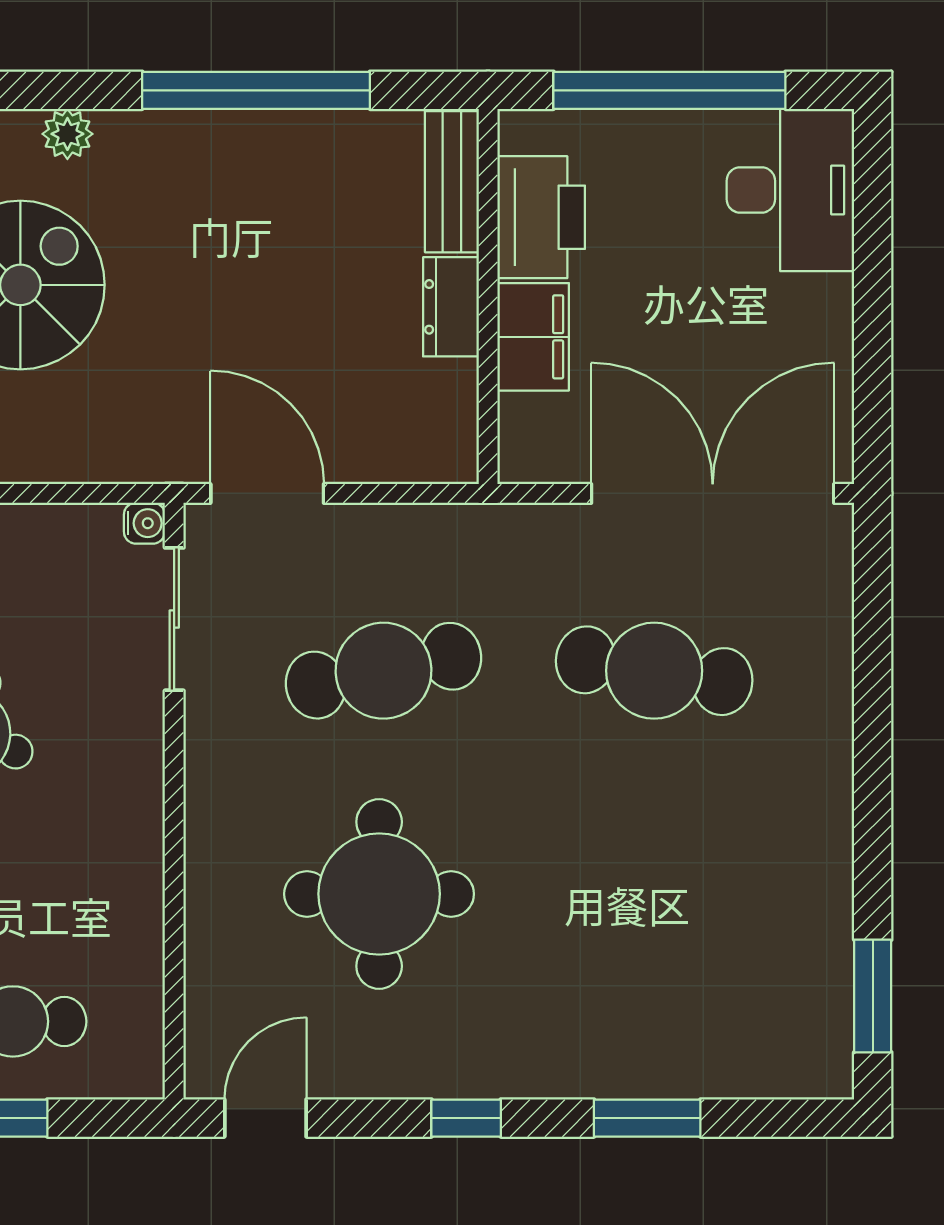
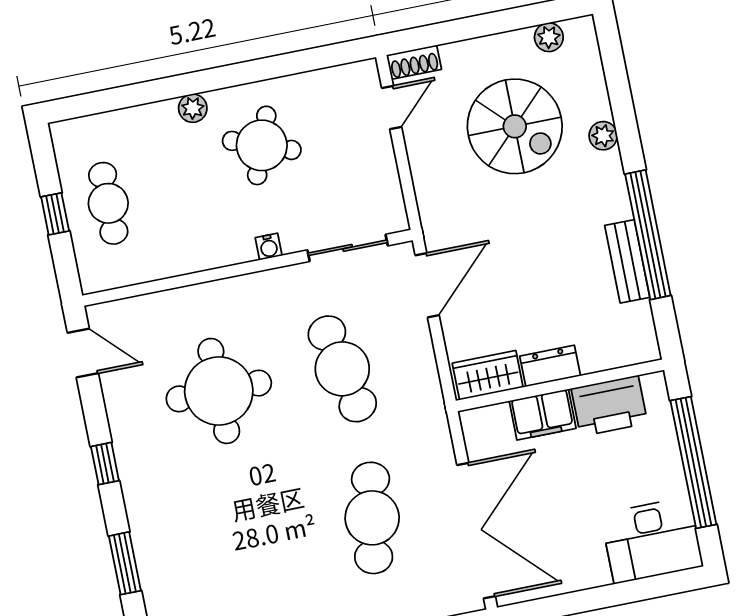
bench: (452, 182) -> (627, 261), moved, turned 90
wardrobe: (445, 419) -> (488, 375), added
water cooler: (144, 523) -> (269, 247), moved

